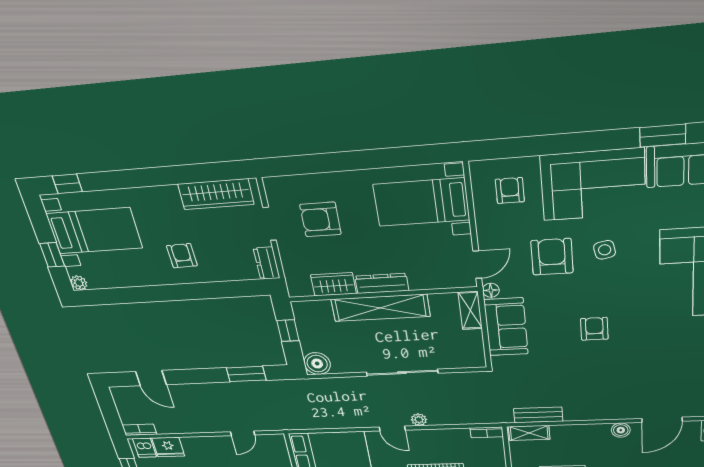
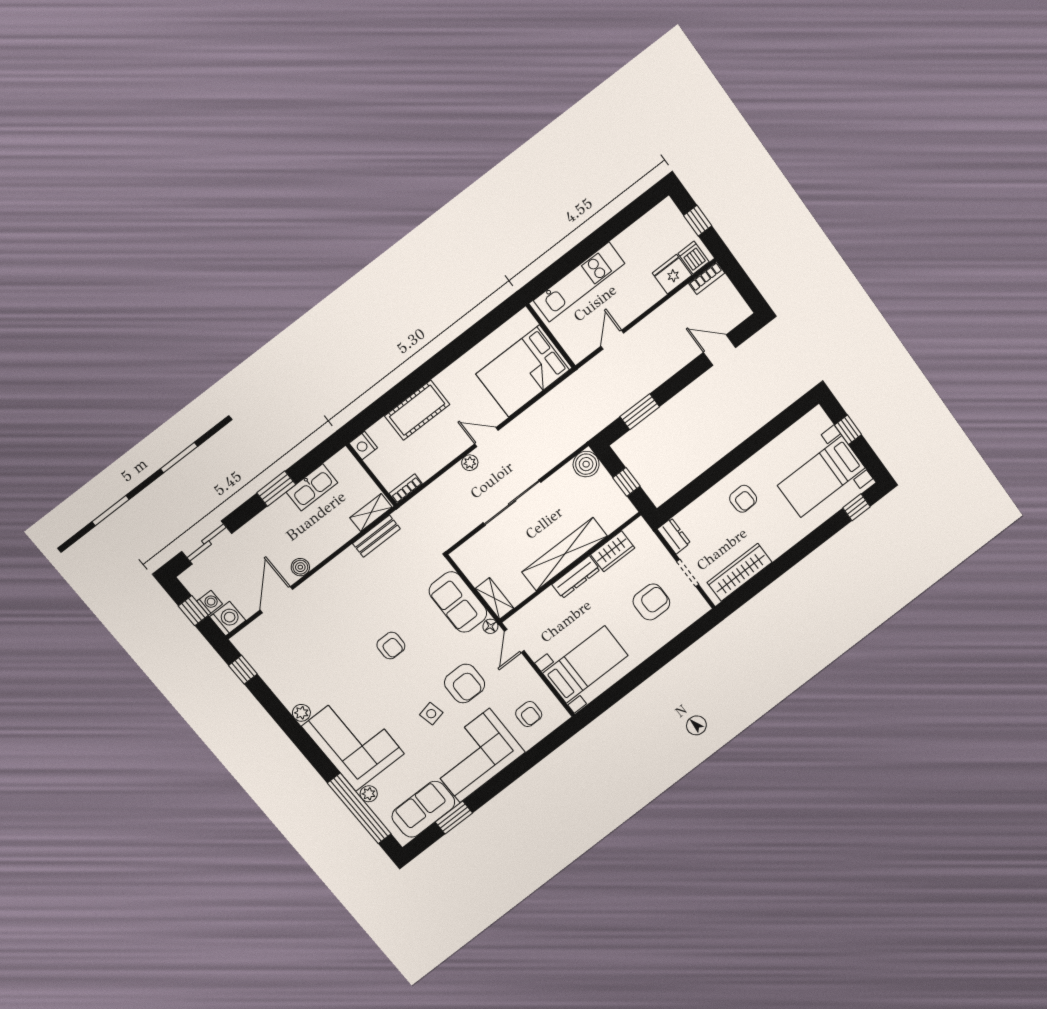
plant: (79, 283) -> (817, 415), removed

